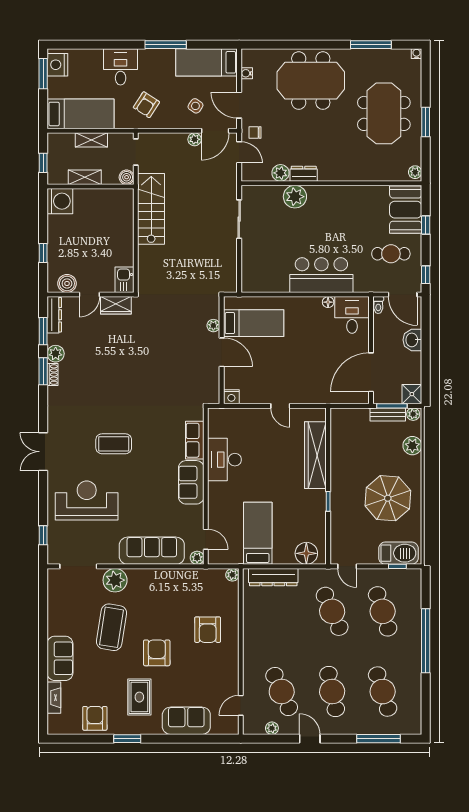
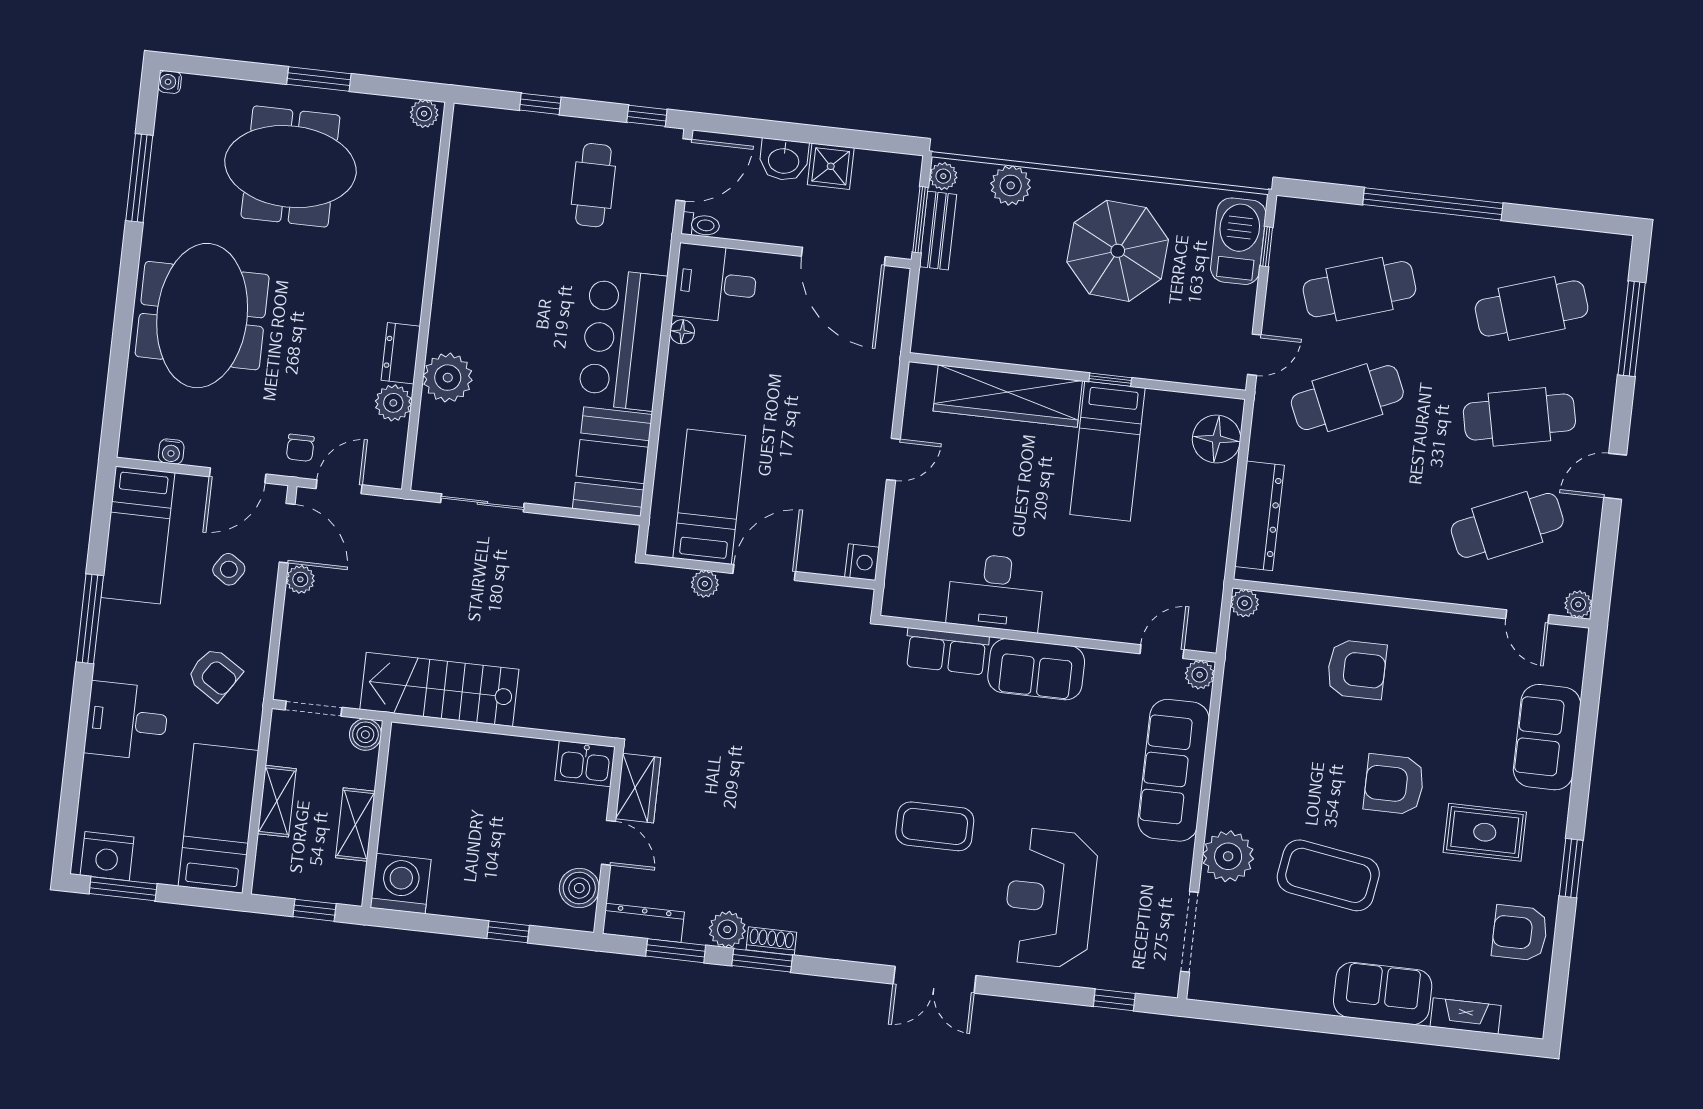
booth: (406, 210) -> (612, 462), moved, turned 90
shower: (412, 394) -> (831, 166), moved
coffee table: (114, 444) -> (935, 826), turned 90
bed: (258, 533) -> (1108, 451), moved, turned -90
plant: (272, 728) -> (1578, 604), moved

